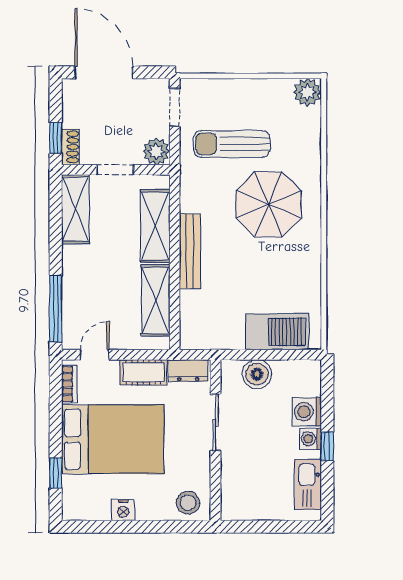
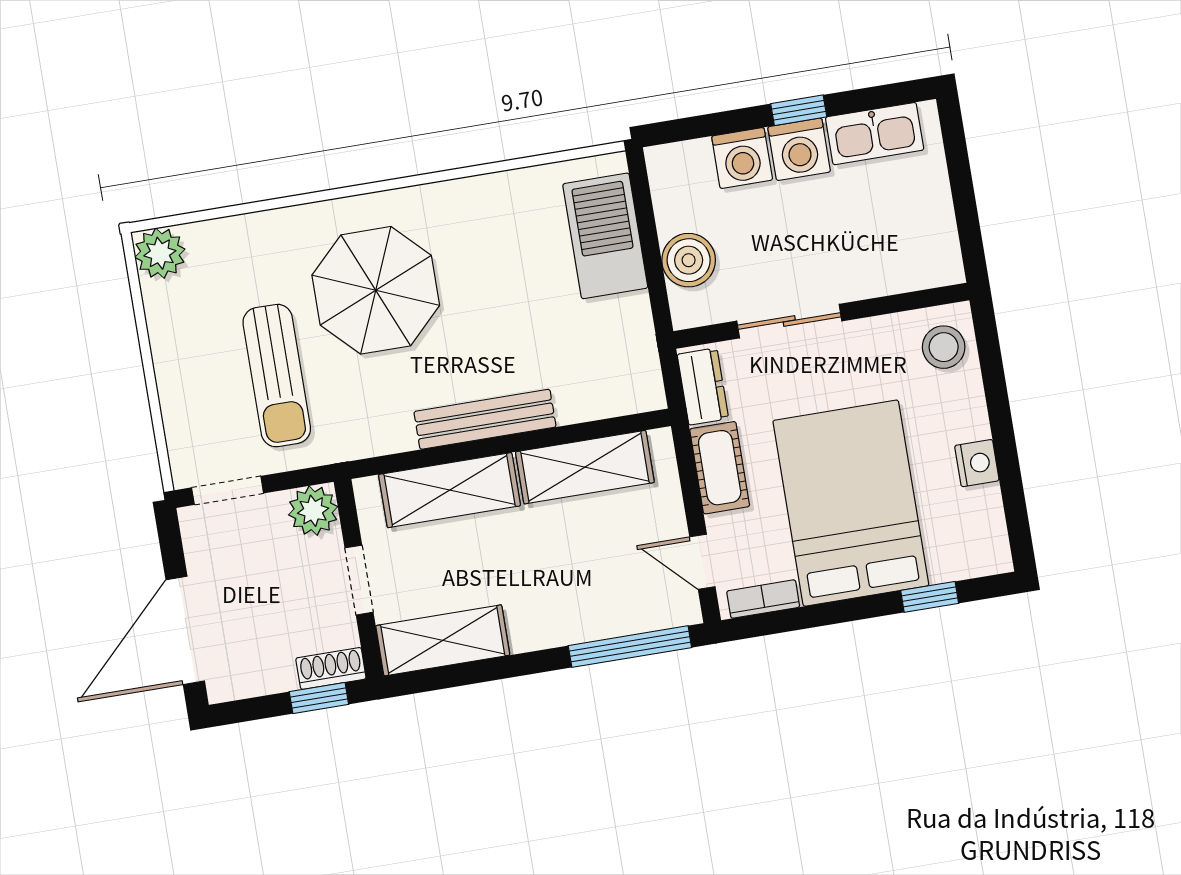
washing machine: (310, 439) -> (799, 149), width x1.38, depth x1.38

